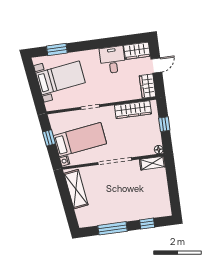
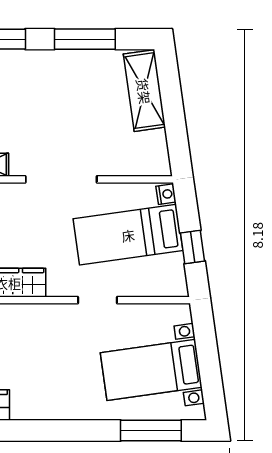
window: (57, 50) -> (151, 430), width x1.44
desk: (113, 60) -> (37, 393), removed
shelving: (76, 189) -> (144, 91), moved

